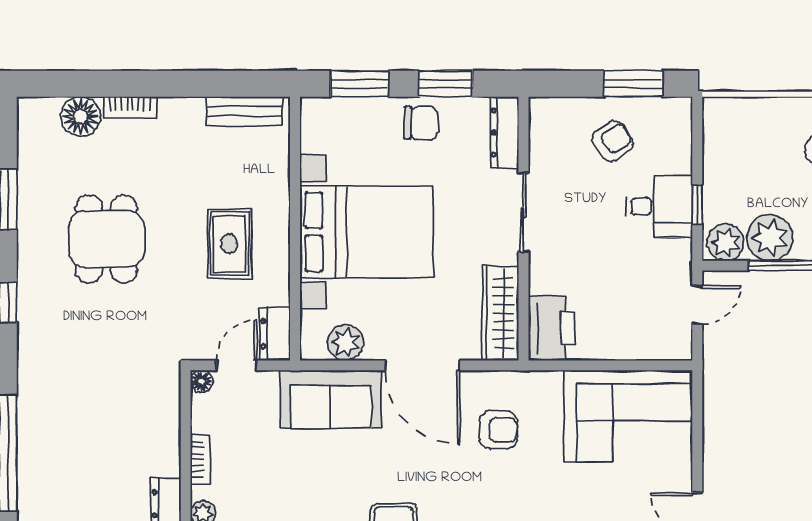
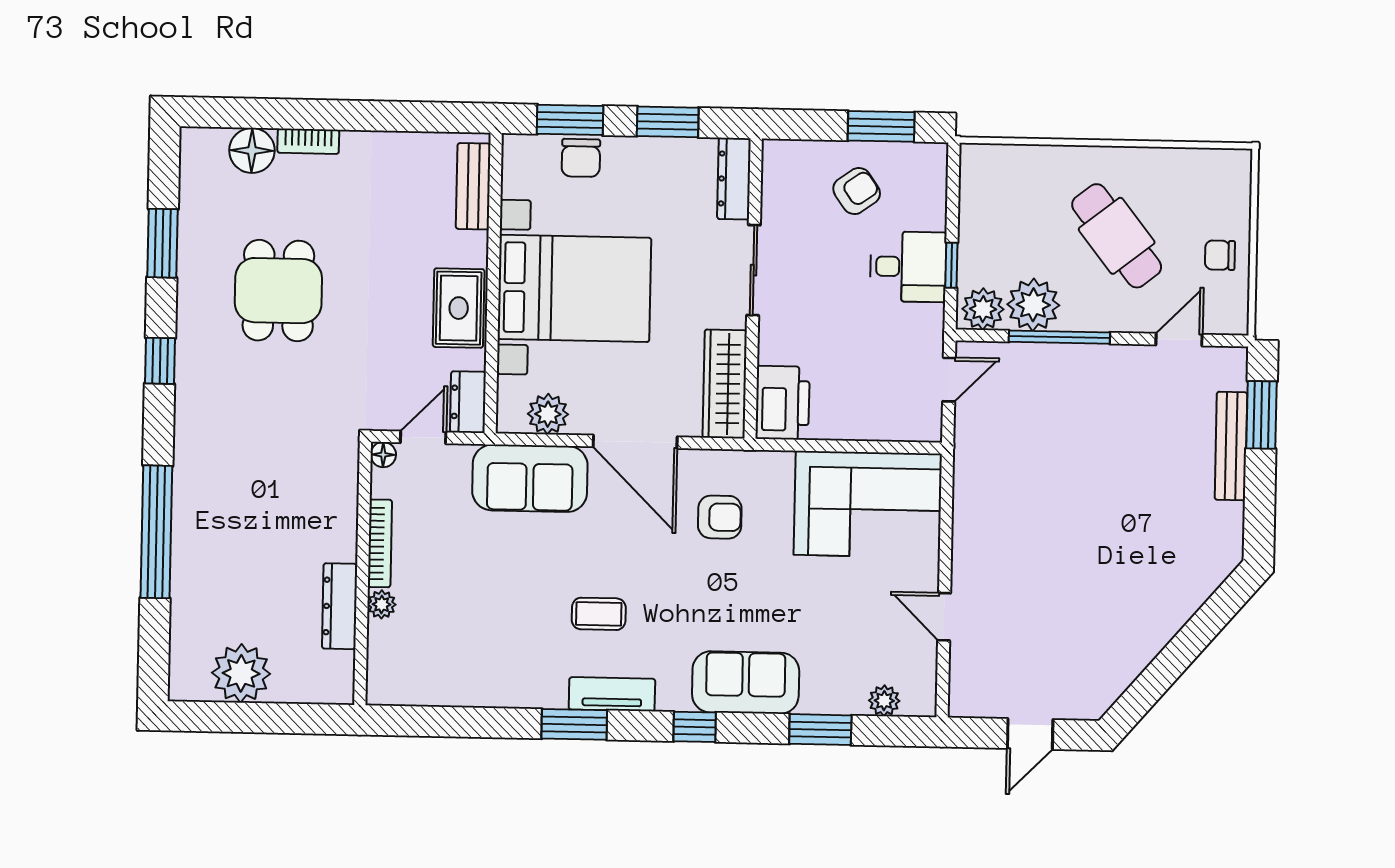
bench: (244, 111) -> (473, 186), moved, turned 90
chair: (421, 123) -> (581, 158), moved, turned 88
rug: (229, 244) -> (459, 308), moved
bookcase: (200, 459) -> (380, 543), width x1.56

